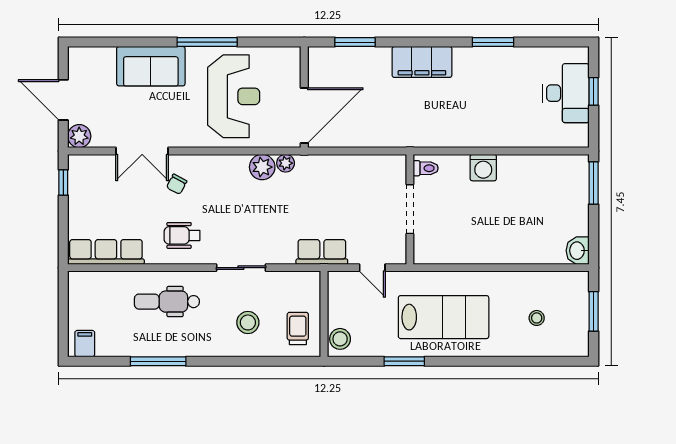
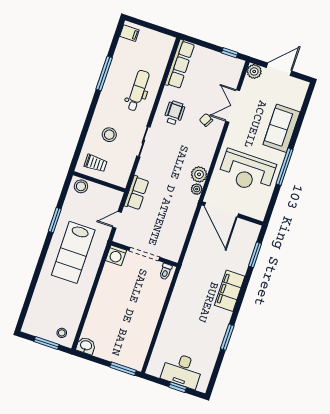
washing machine: (483, 168) -> (116, 255), moved, turned -90
stool: (537, 318) -> (62, 333), moved

